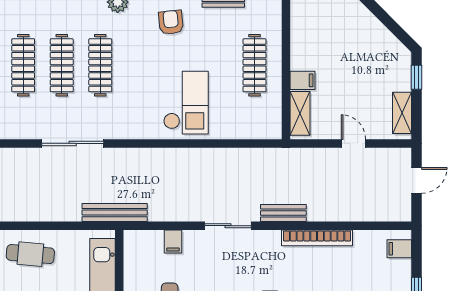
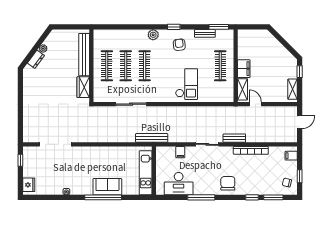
filing cabinet: (302, 80) -> (244, 69), width x2.00
door: (353, 143) -> (255, 104), moved
cafe table: (30, 254) -> (110, 158), removed

